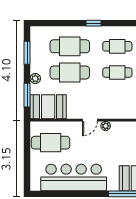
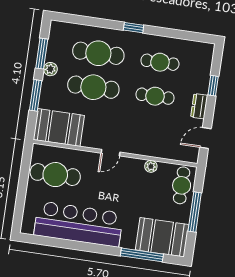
plant: (35, 78) -> (50, 69), moved
window: (27, 95) -> (36, 95), moved
plant: (106, 126) -> (151, 166), moved

